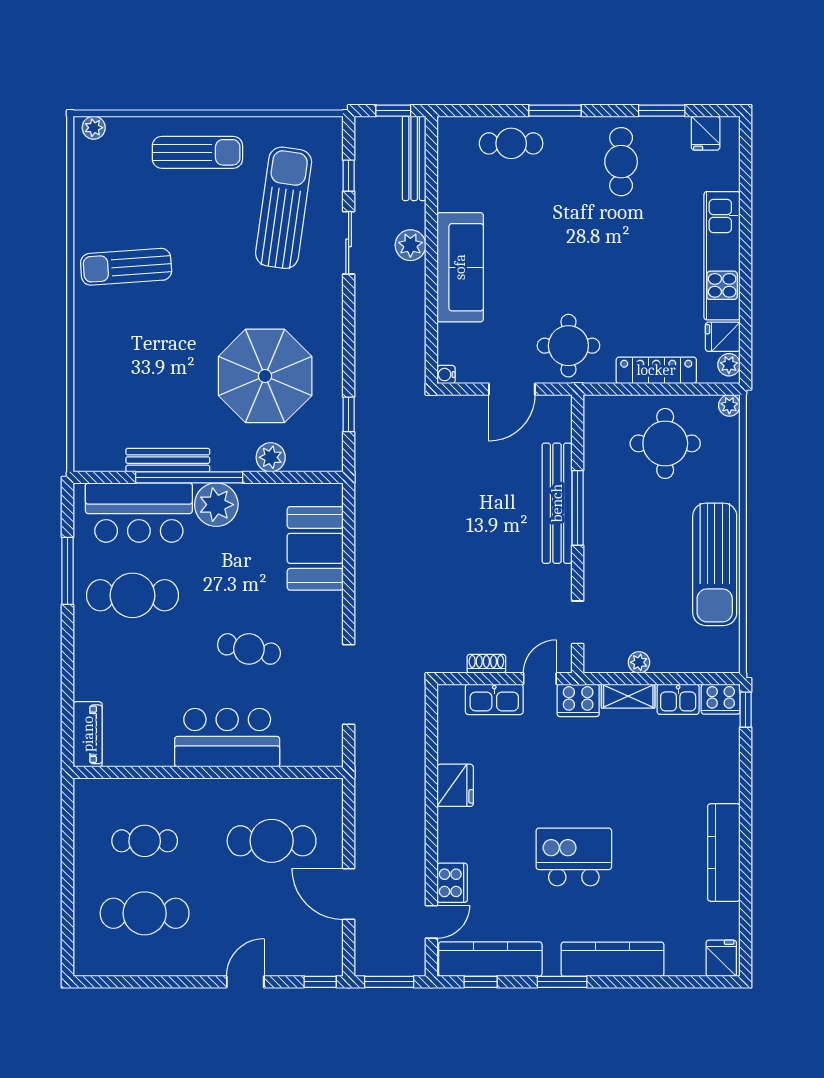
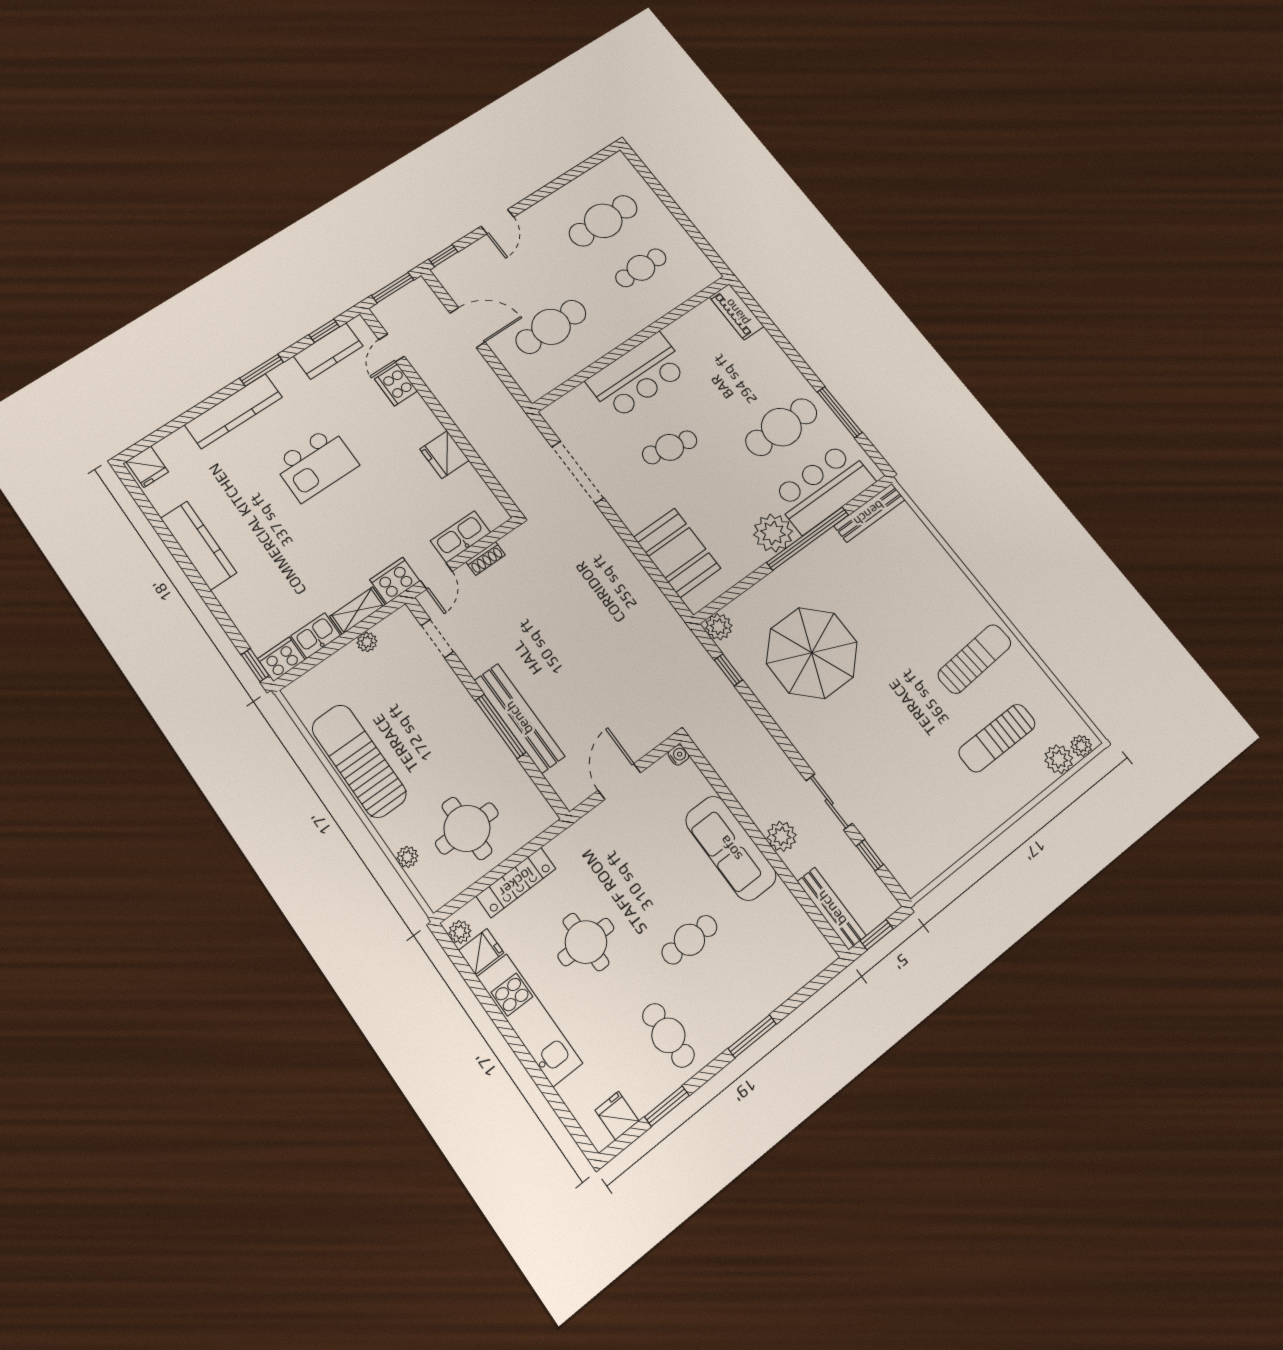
plant: (123, 132) -> (1059, 759), added
cafe table: (511, 143) -> (689, 940), moved
sun lounger: (197, 152) -> (997, 738), moved
sun lounger: (284, 208) -> (898, 792), removed
round table: (568, 346) -> (586, 942), moved
plant: (729, 405) -> (407, 857), moved
plant: (271, 457) -> (719, 627), moved
bench: (168, 460) -> (869, 513), moved
kitchen counter: (490, 959) -> (328, 351), width x0.67

